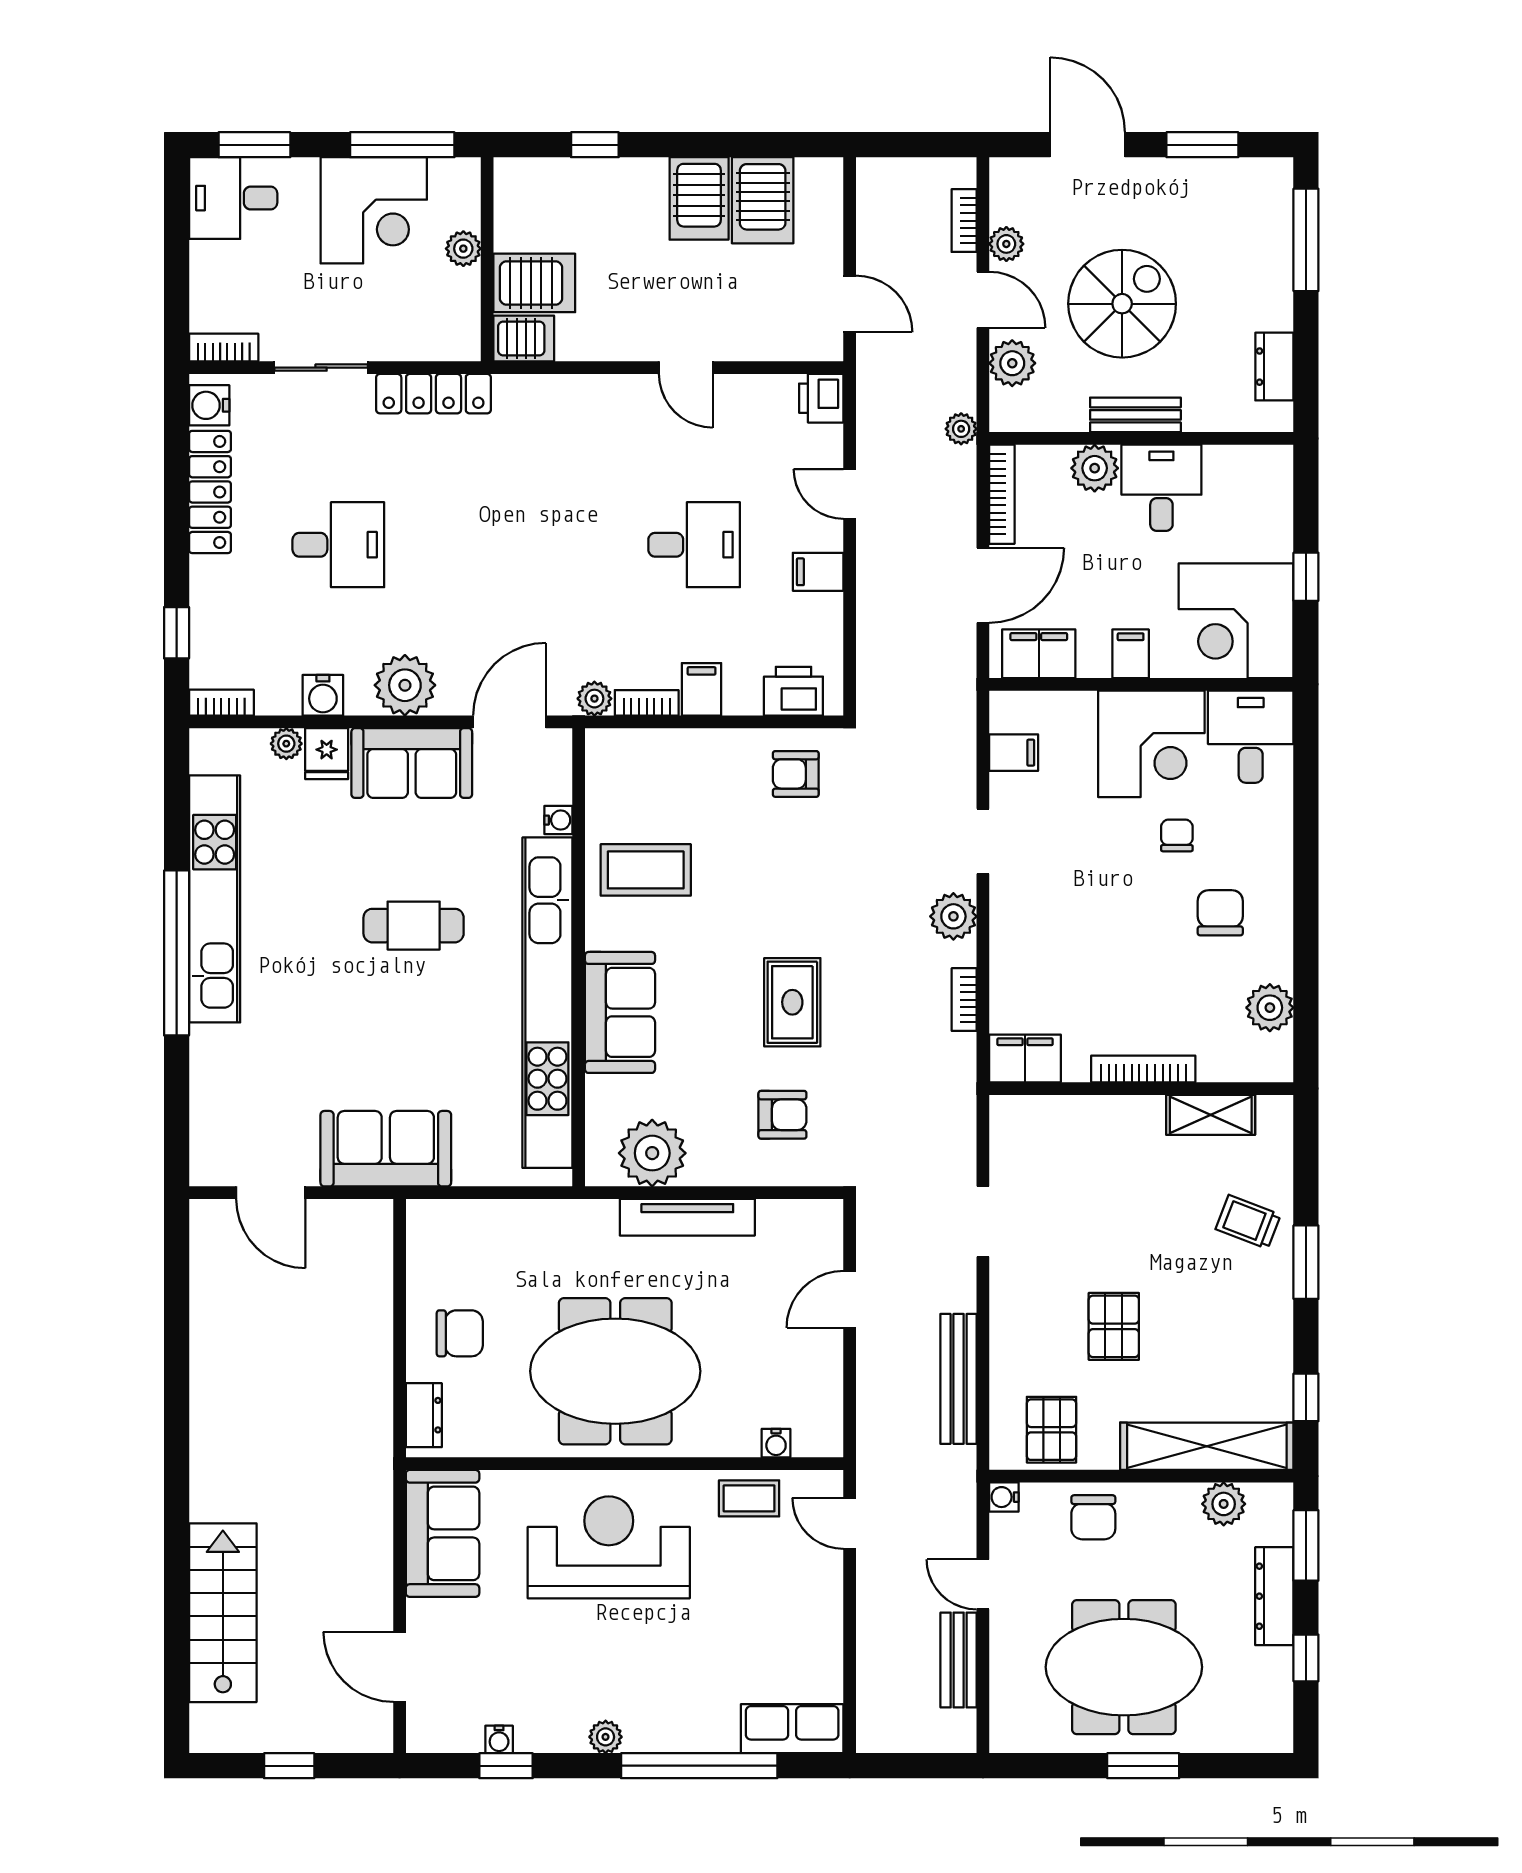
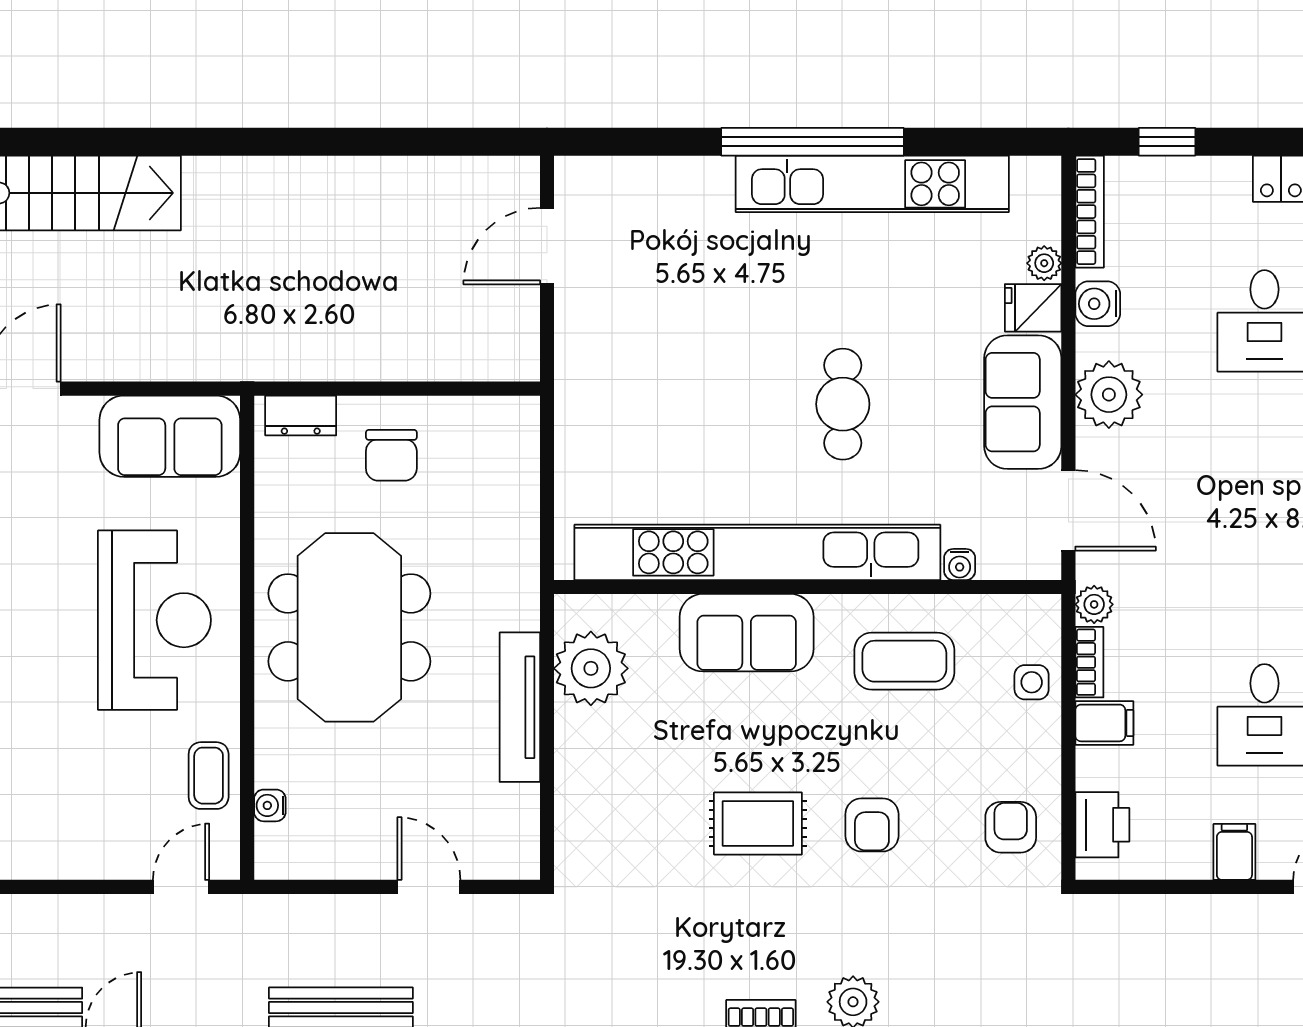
bookcase: (221, 703) -> (1090, 212), width x1.56
side table: (665, 755) -> (1032, 682), added
coffee table: (646, 870) -> (904, 661), turned 90
armchair: (782, 1115) -> (872, 825), moved
sofa: (386, 1149) -> (596, 373), removed

